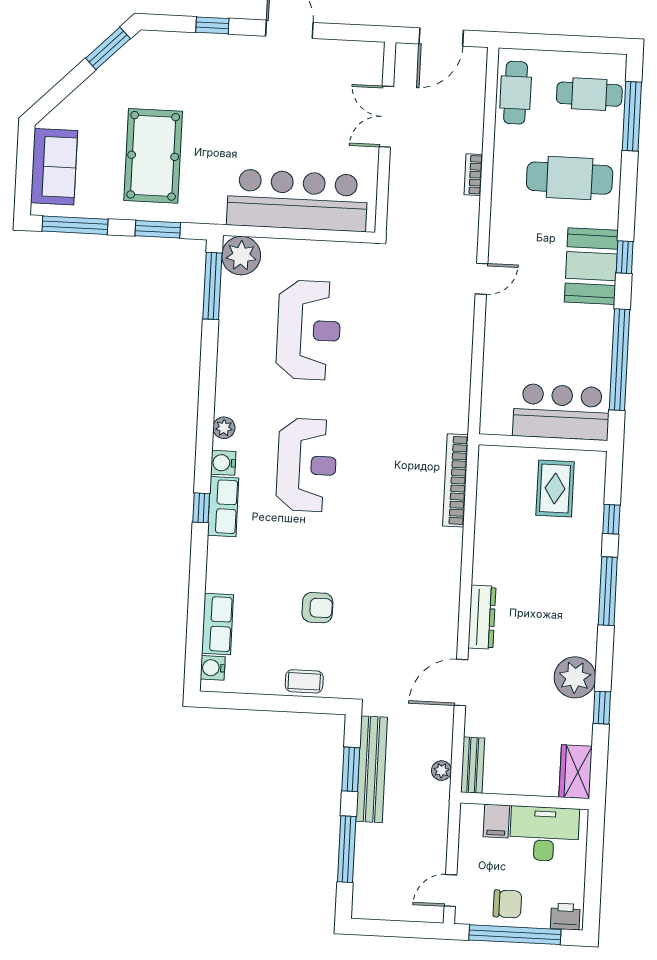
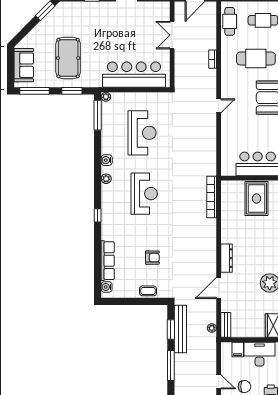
plant: (241, 256) -> (106, 97), width x0.53, depth x0.53
water cooler: (223, 463) -> (107, 160), moved
rug: (555, 488) -> (256, 199), width x1.36, depth x1.43
row of seats: (223, 507) -> (108, 214), removed
row of seats: (217, 624) -> (108, 261), width x1.48
door: (450, 891) -> (219, 382), swing flipped

